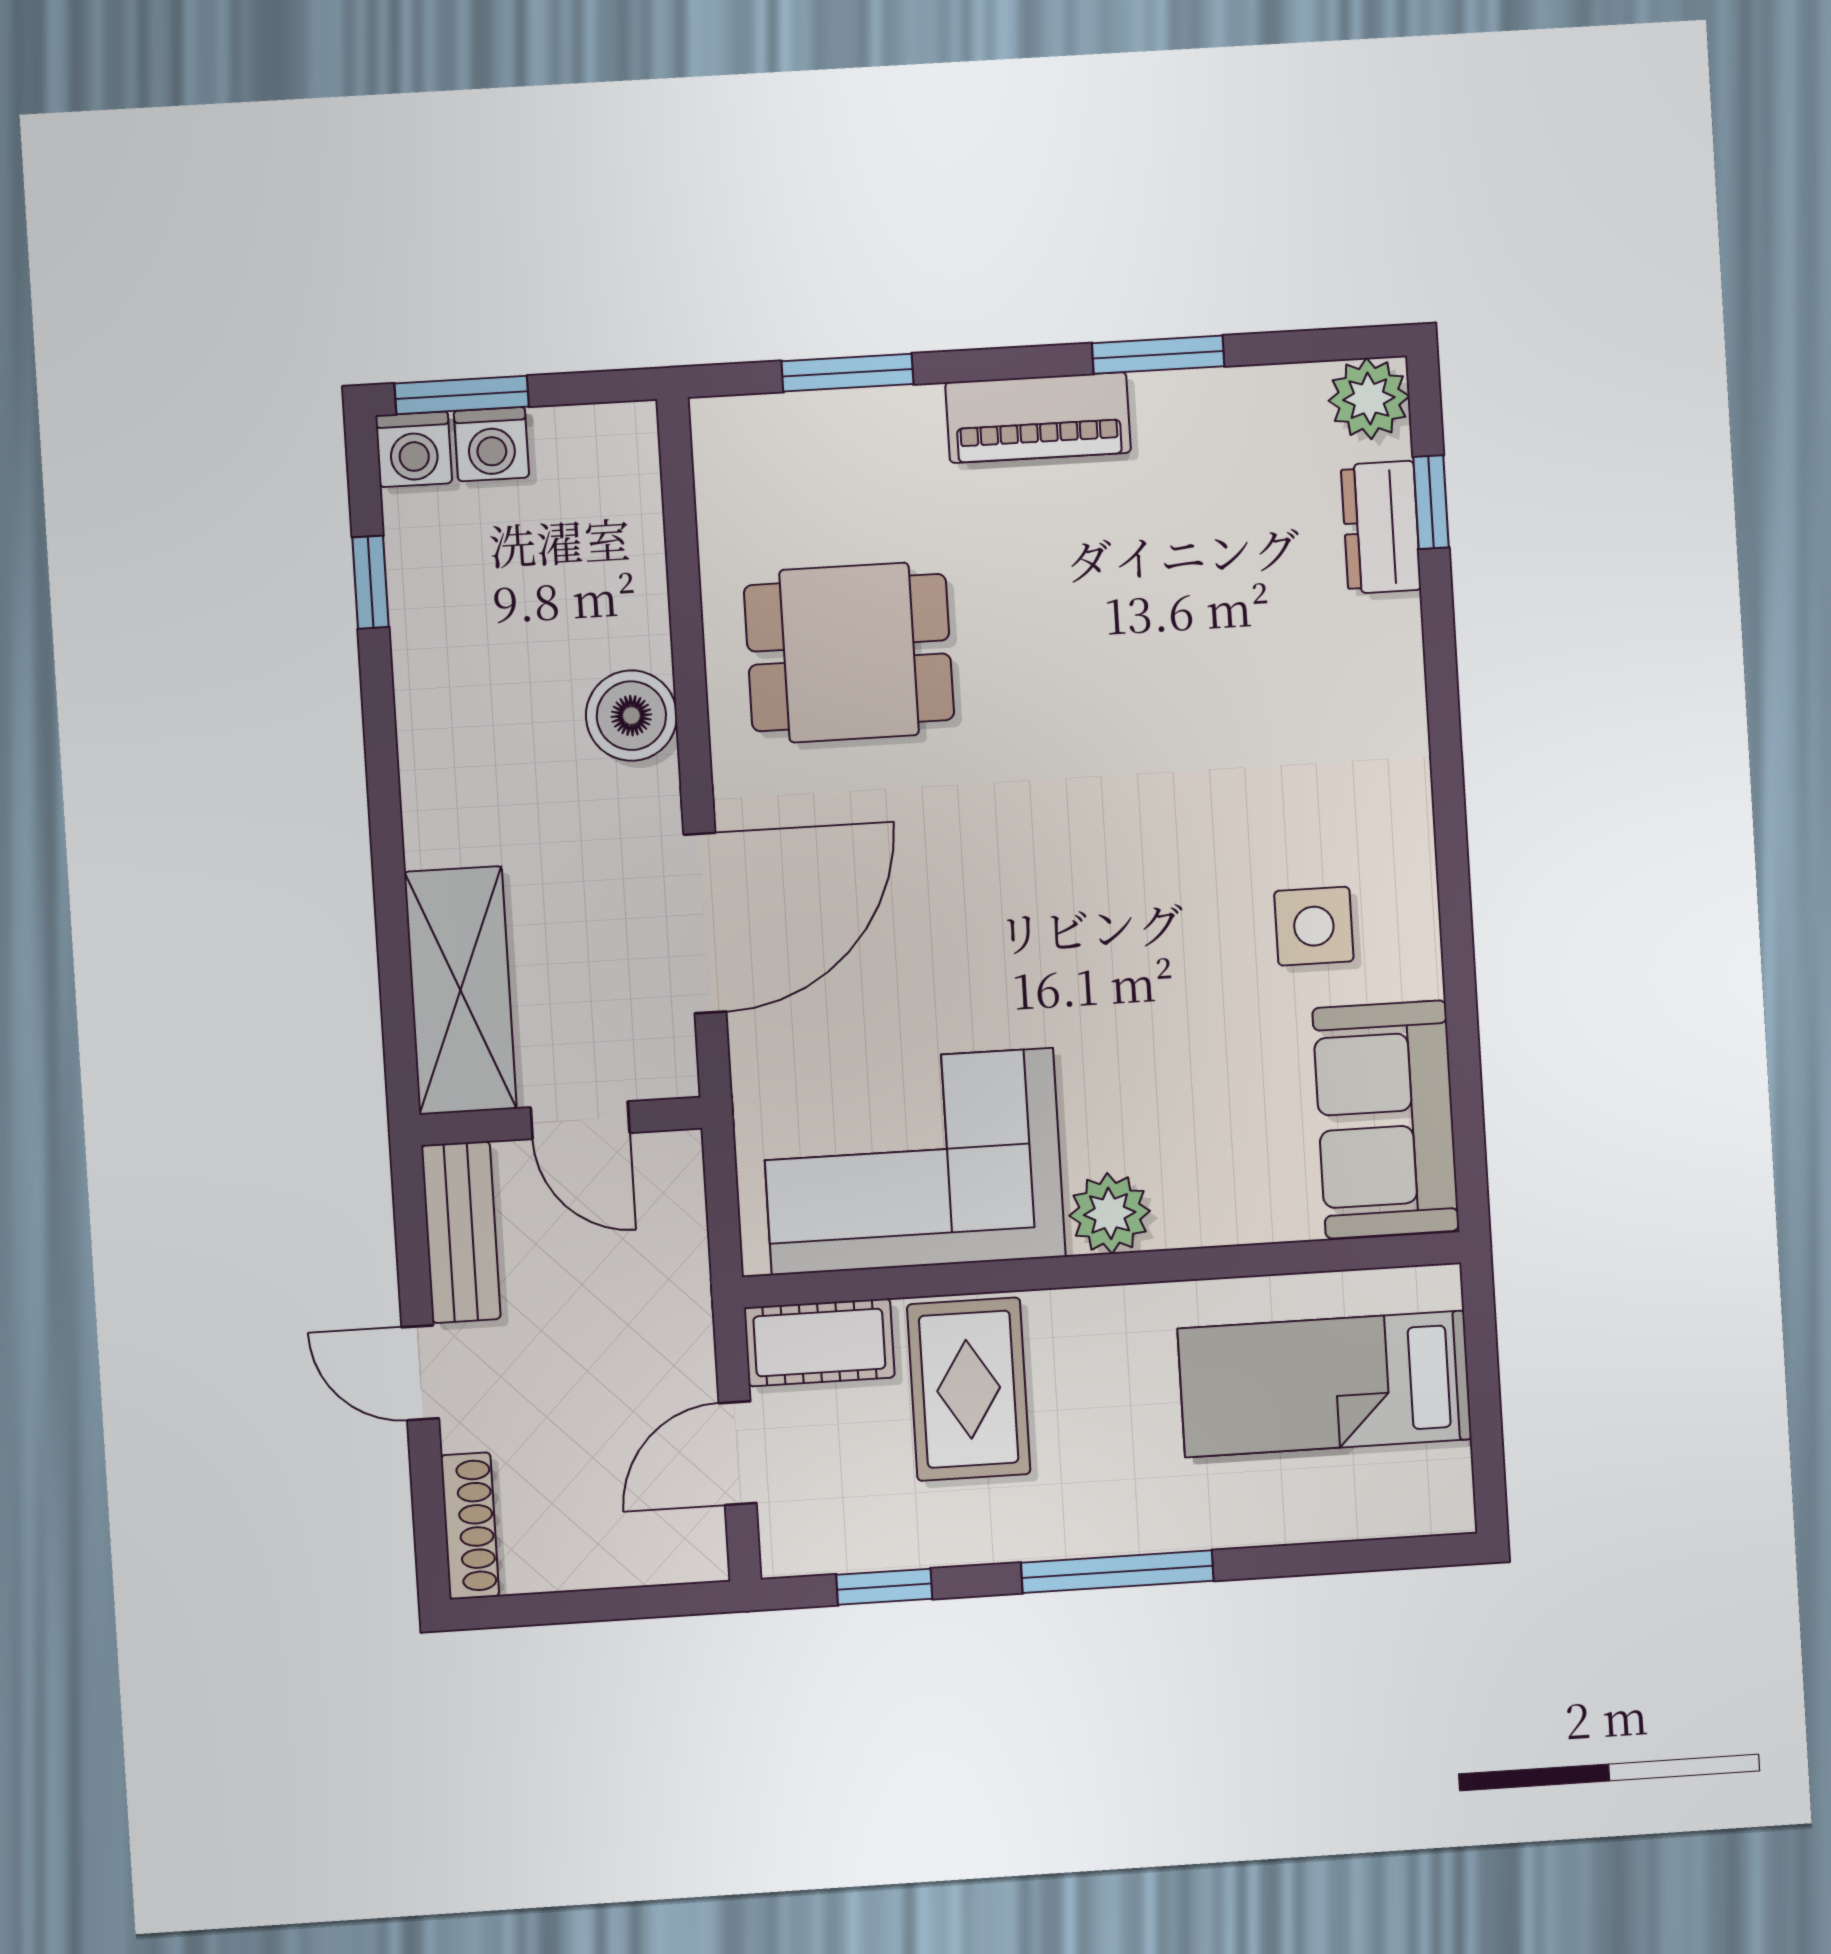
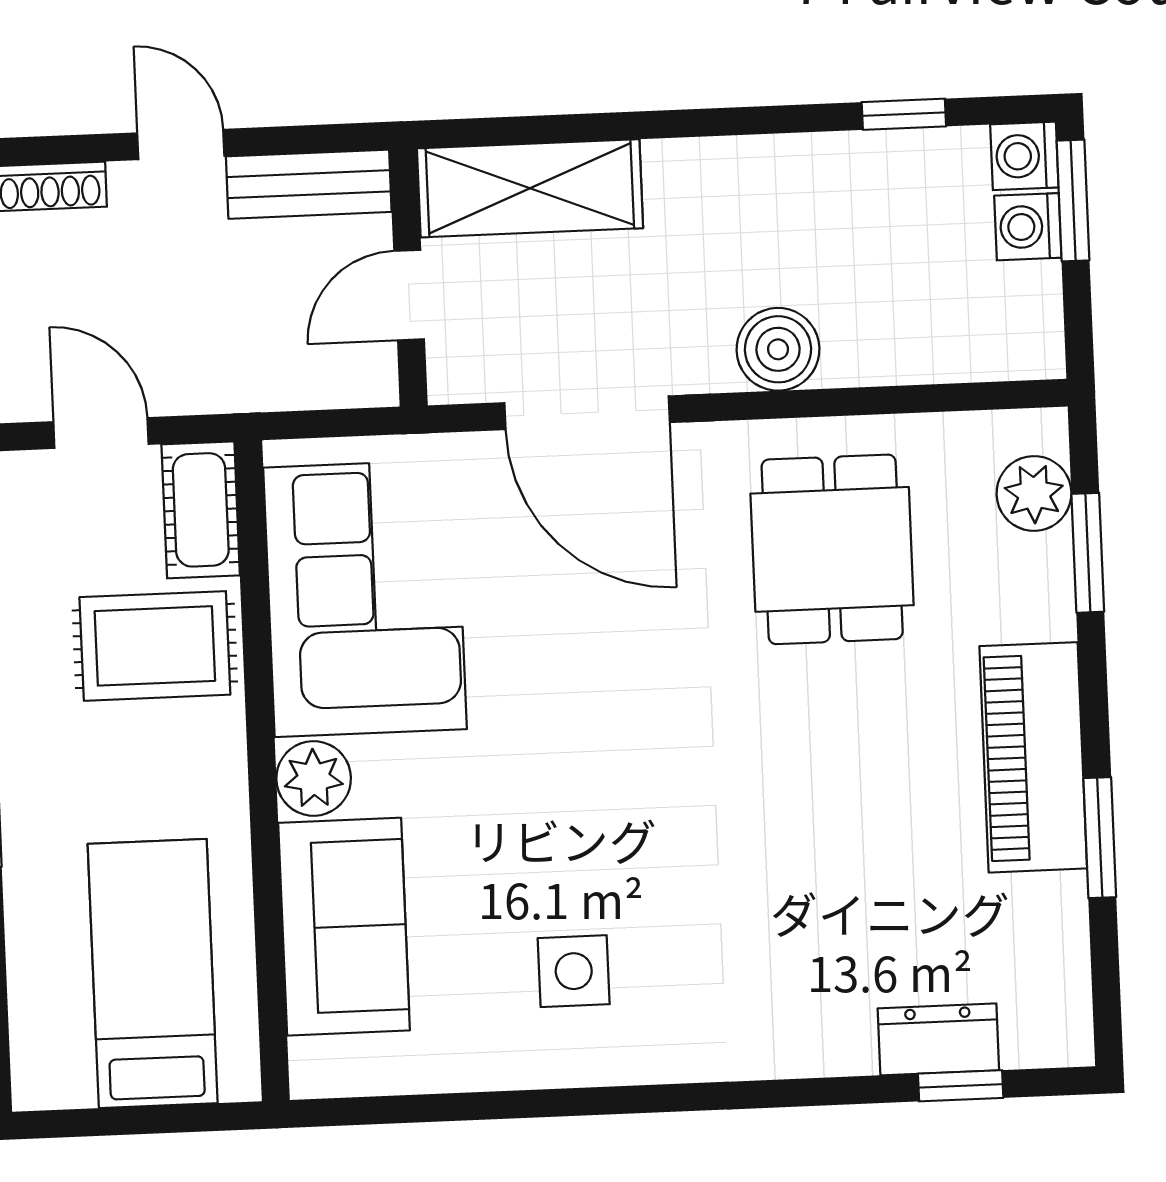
plant: (1369, 399) -> (1034, 493), moved
piano: (1038, 418) -> (1033, 757), width x1.37, depth x1.33
sofa: (1386, 1119) -> (344, 927), moved, turned 90
door: (420, 1373) -> (181, 144), hinge flipped

